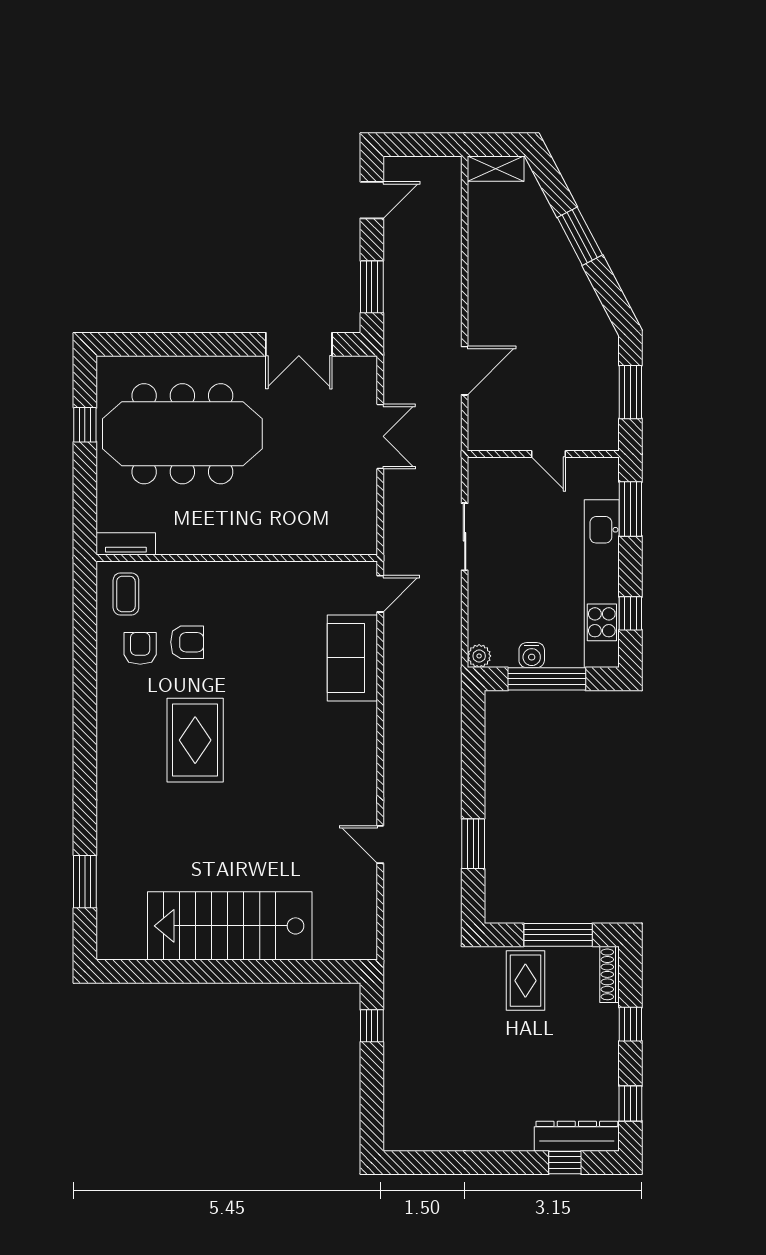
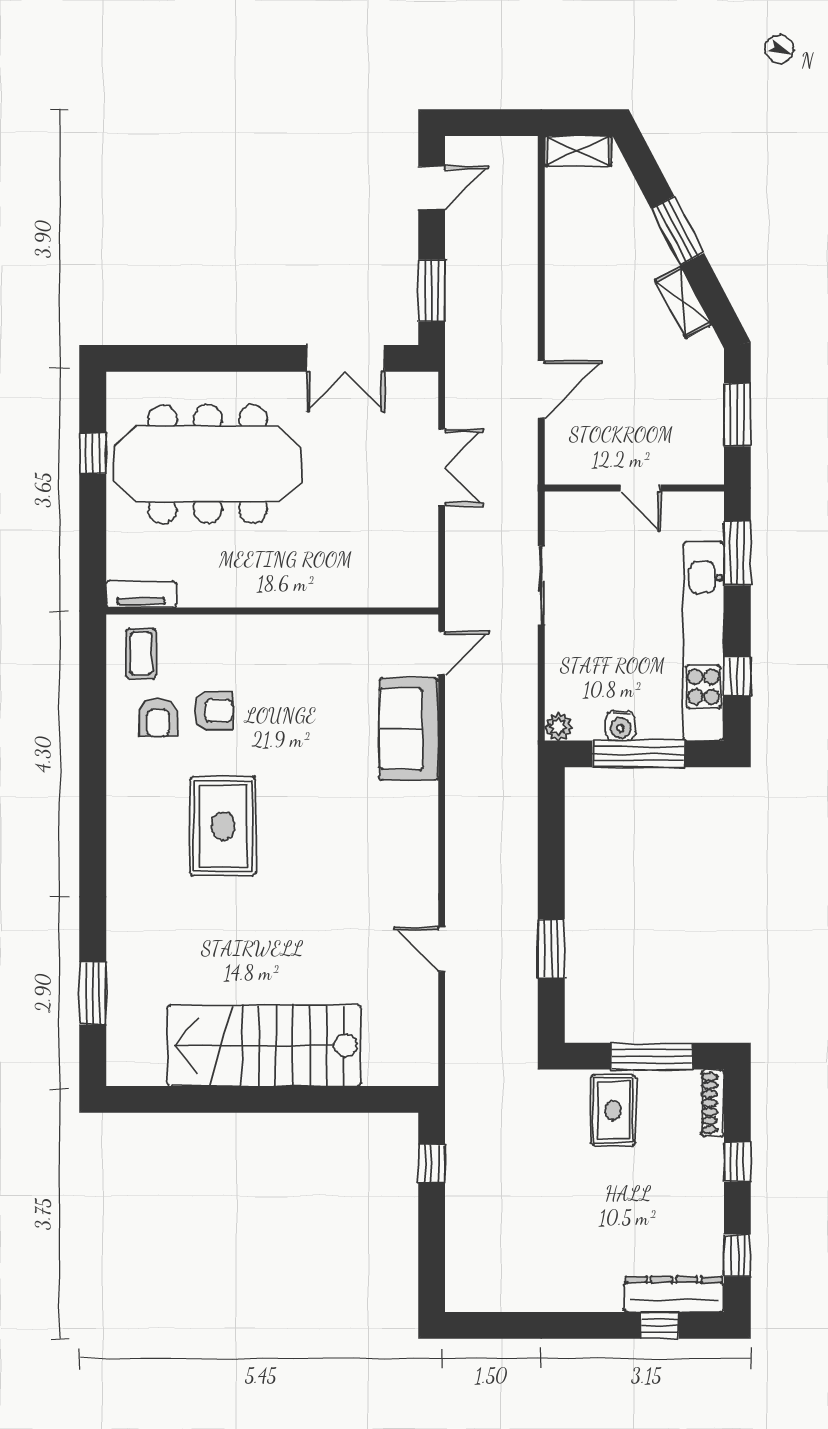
shelving: (585, 297) -> (683, 302), added
armchair: (140, 648) -> (158, 718), turned 180

